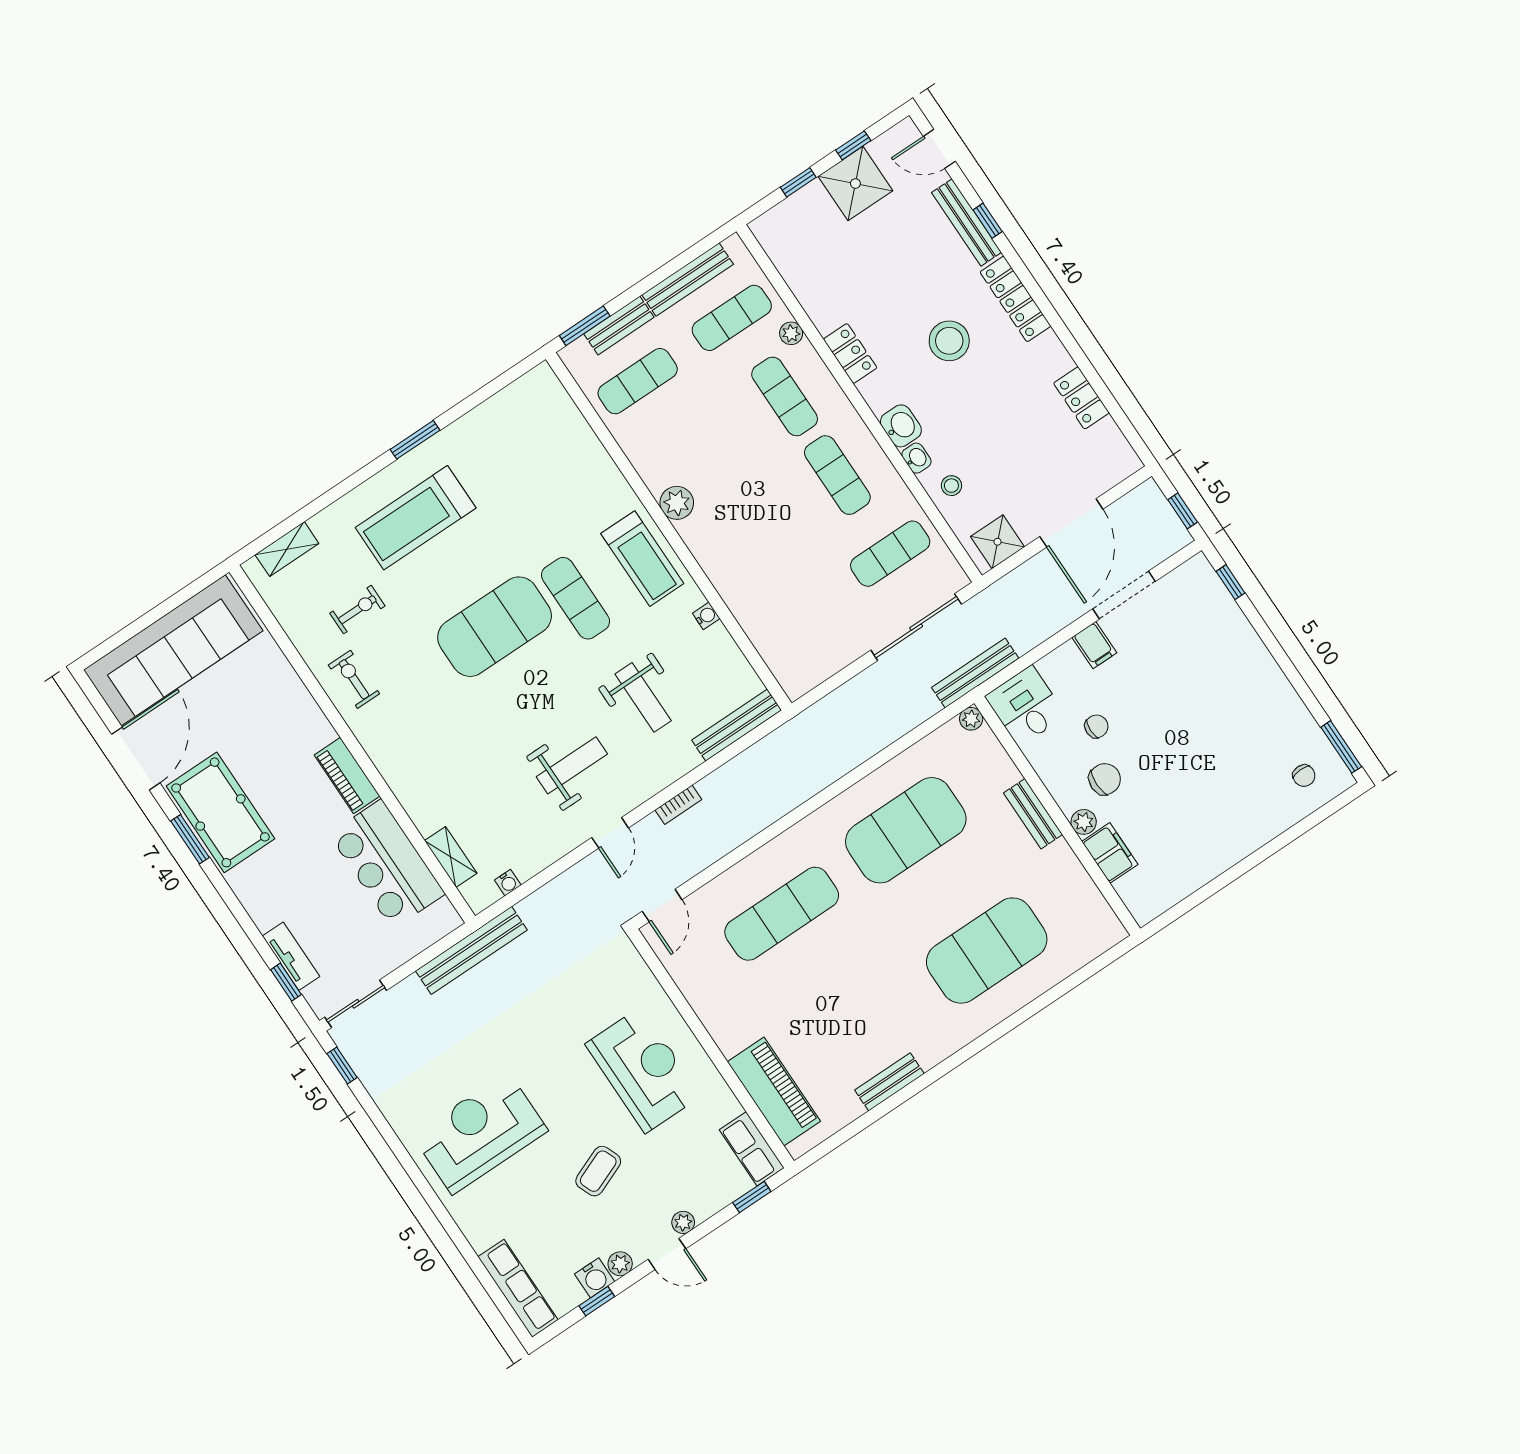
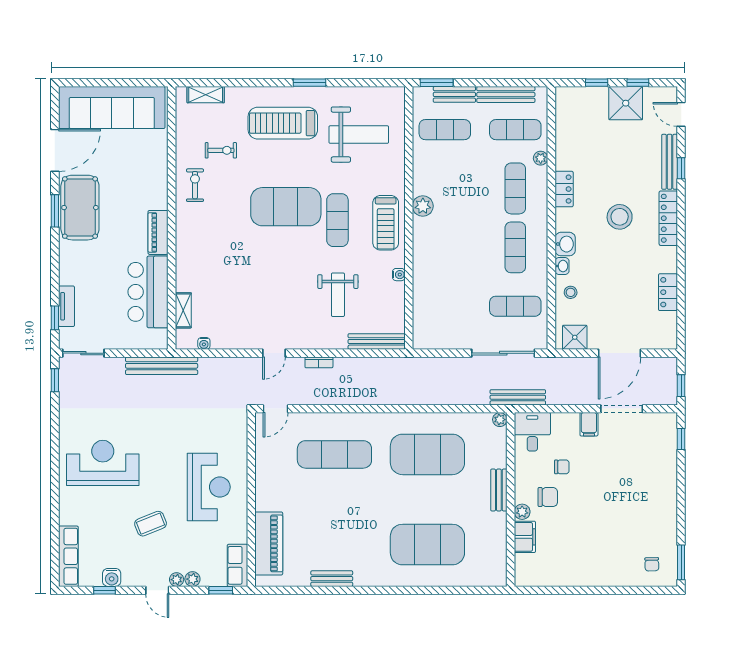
weight bench: (572, 765) -> (359, 135), moved, width x1.36, depth x1.33
plant: (620, 1264) -> (192, 579), moved

